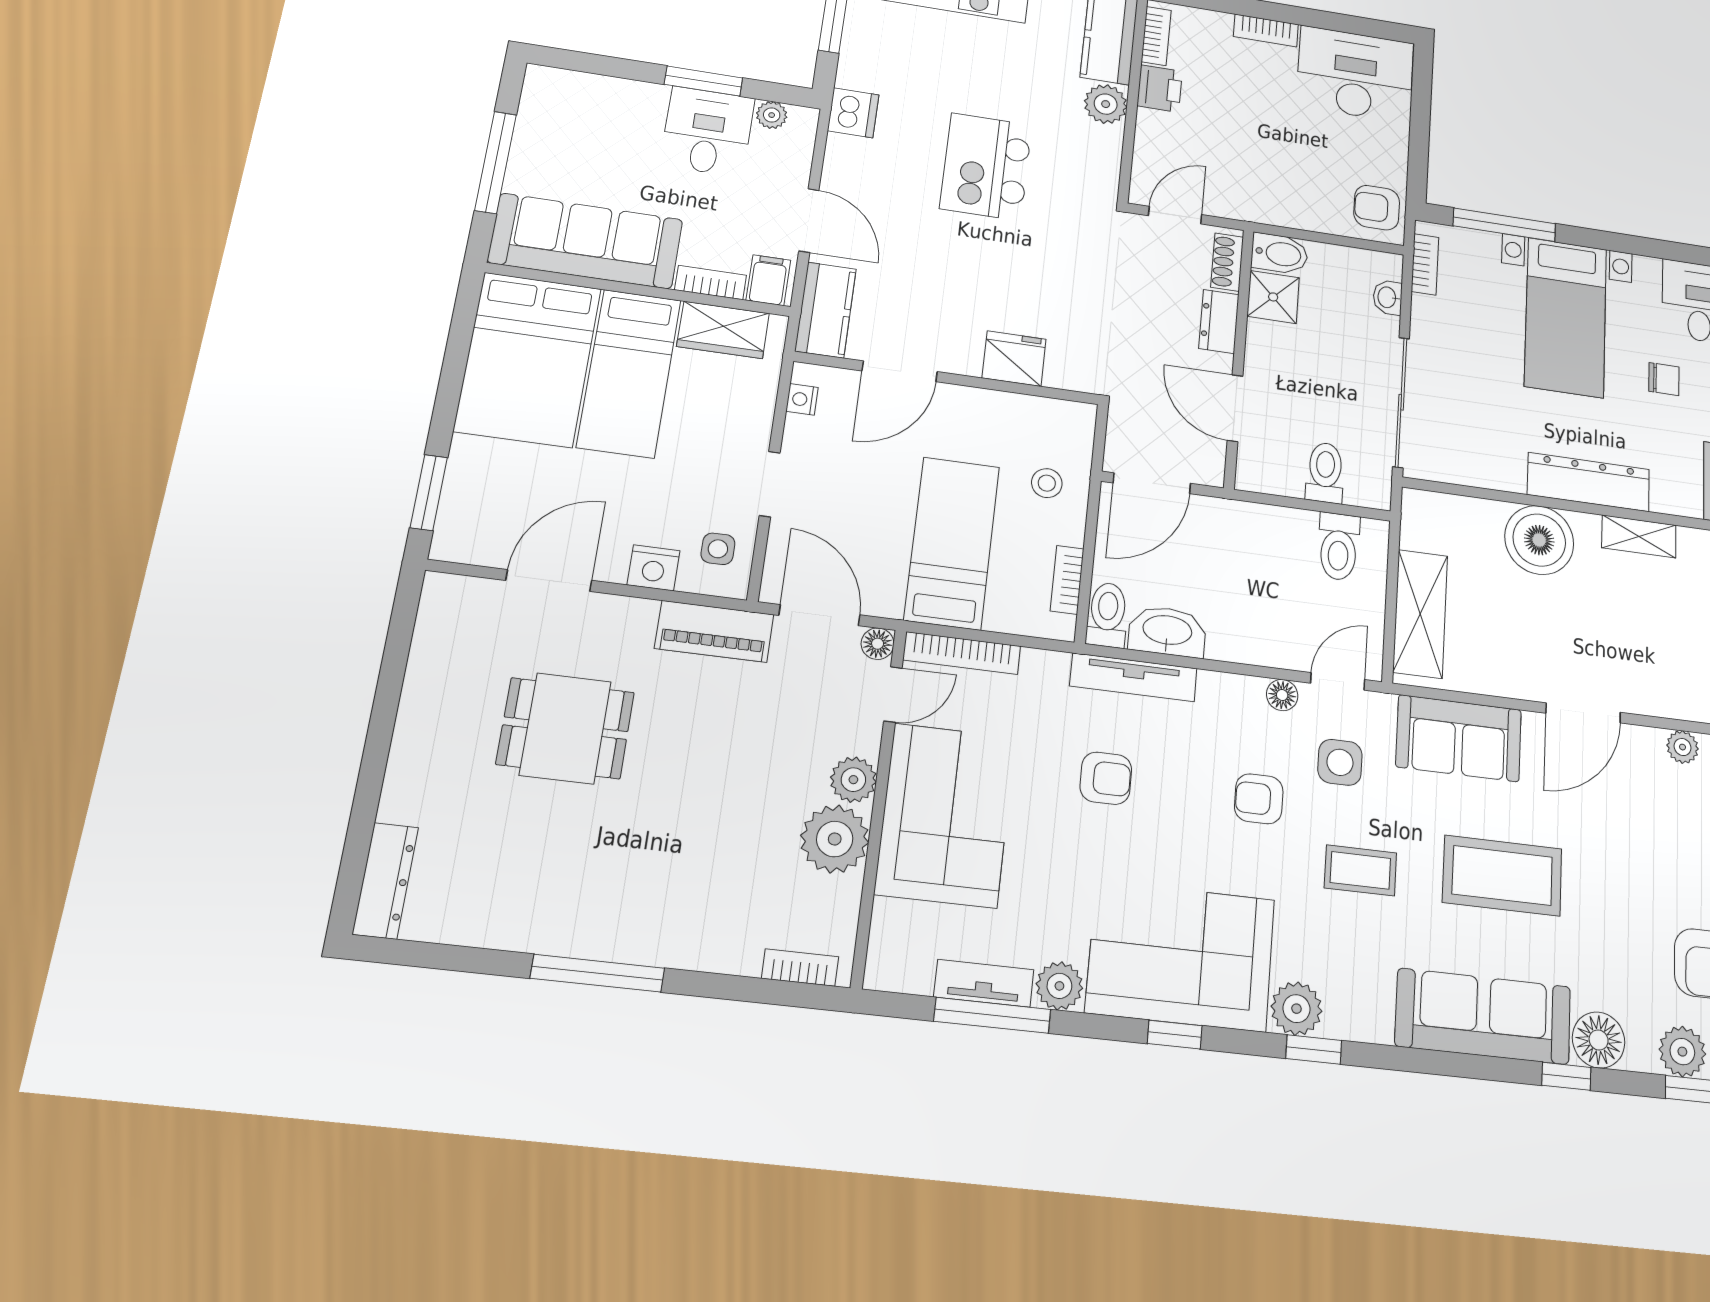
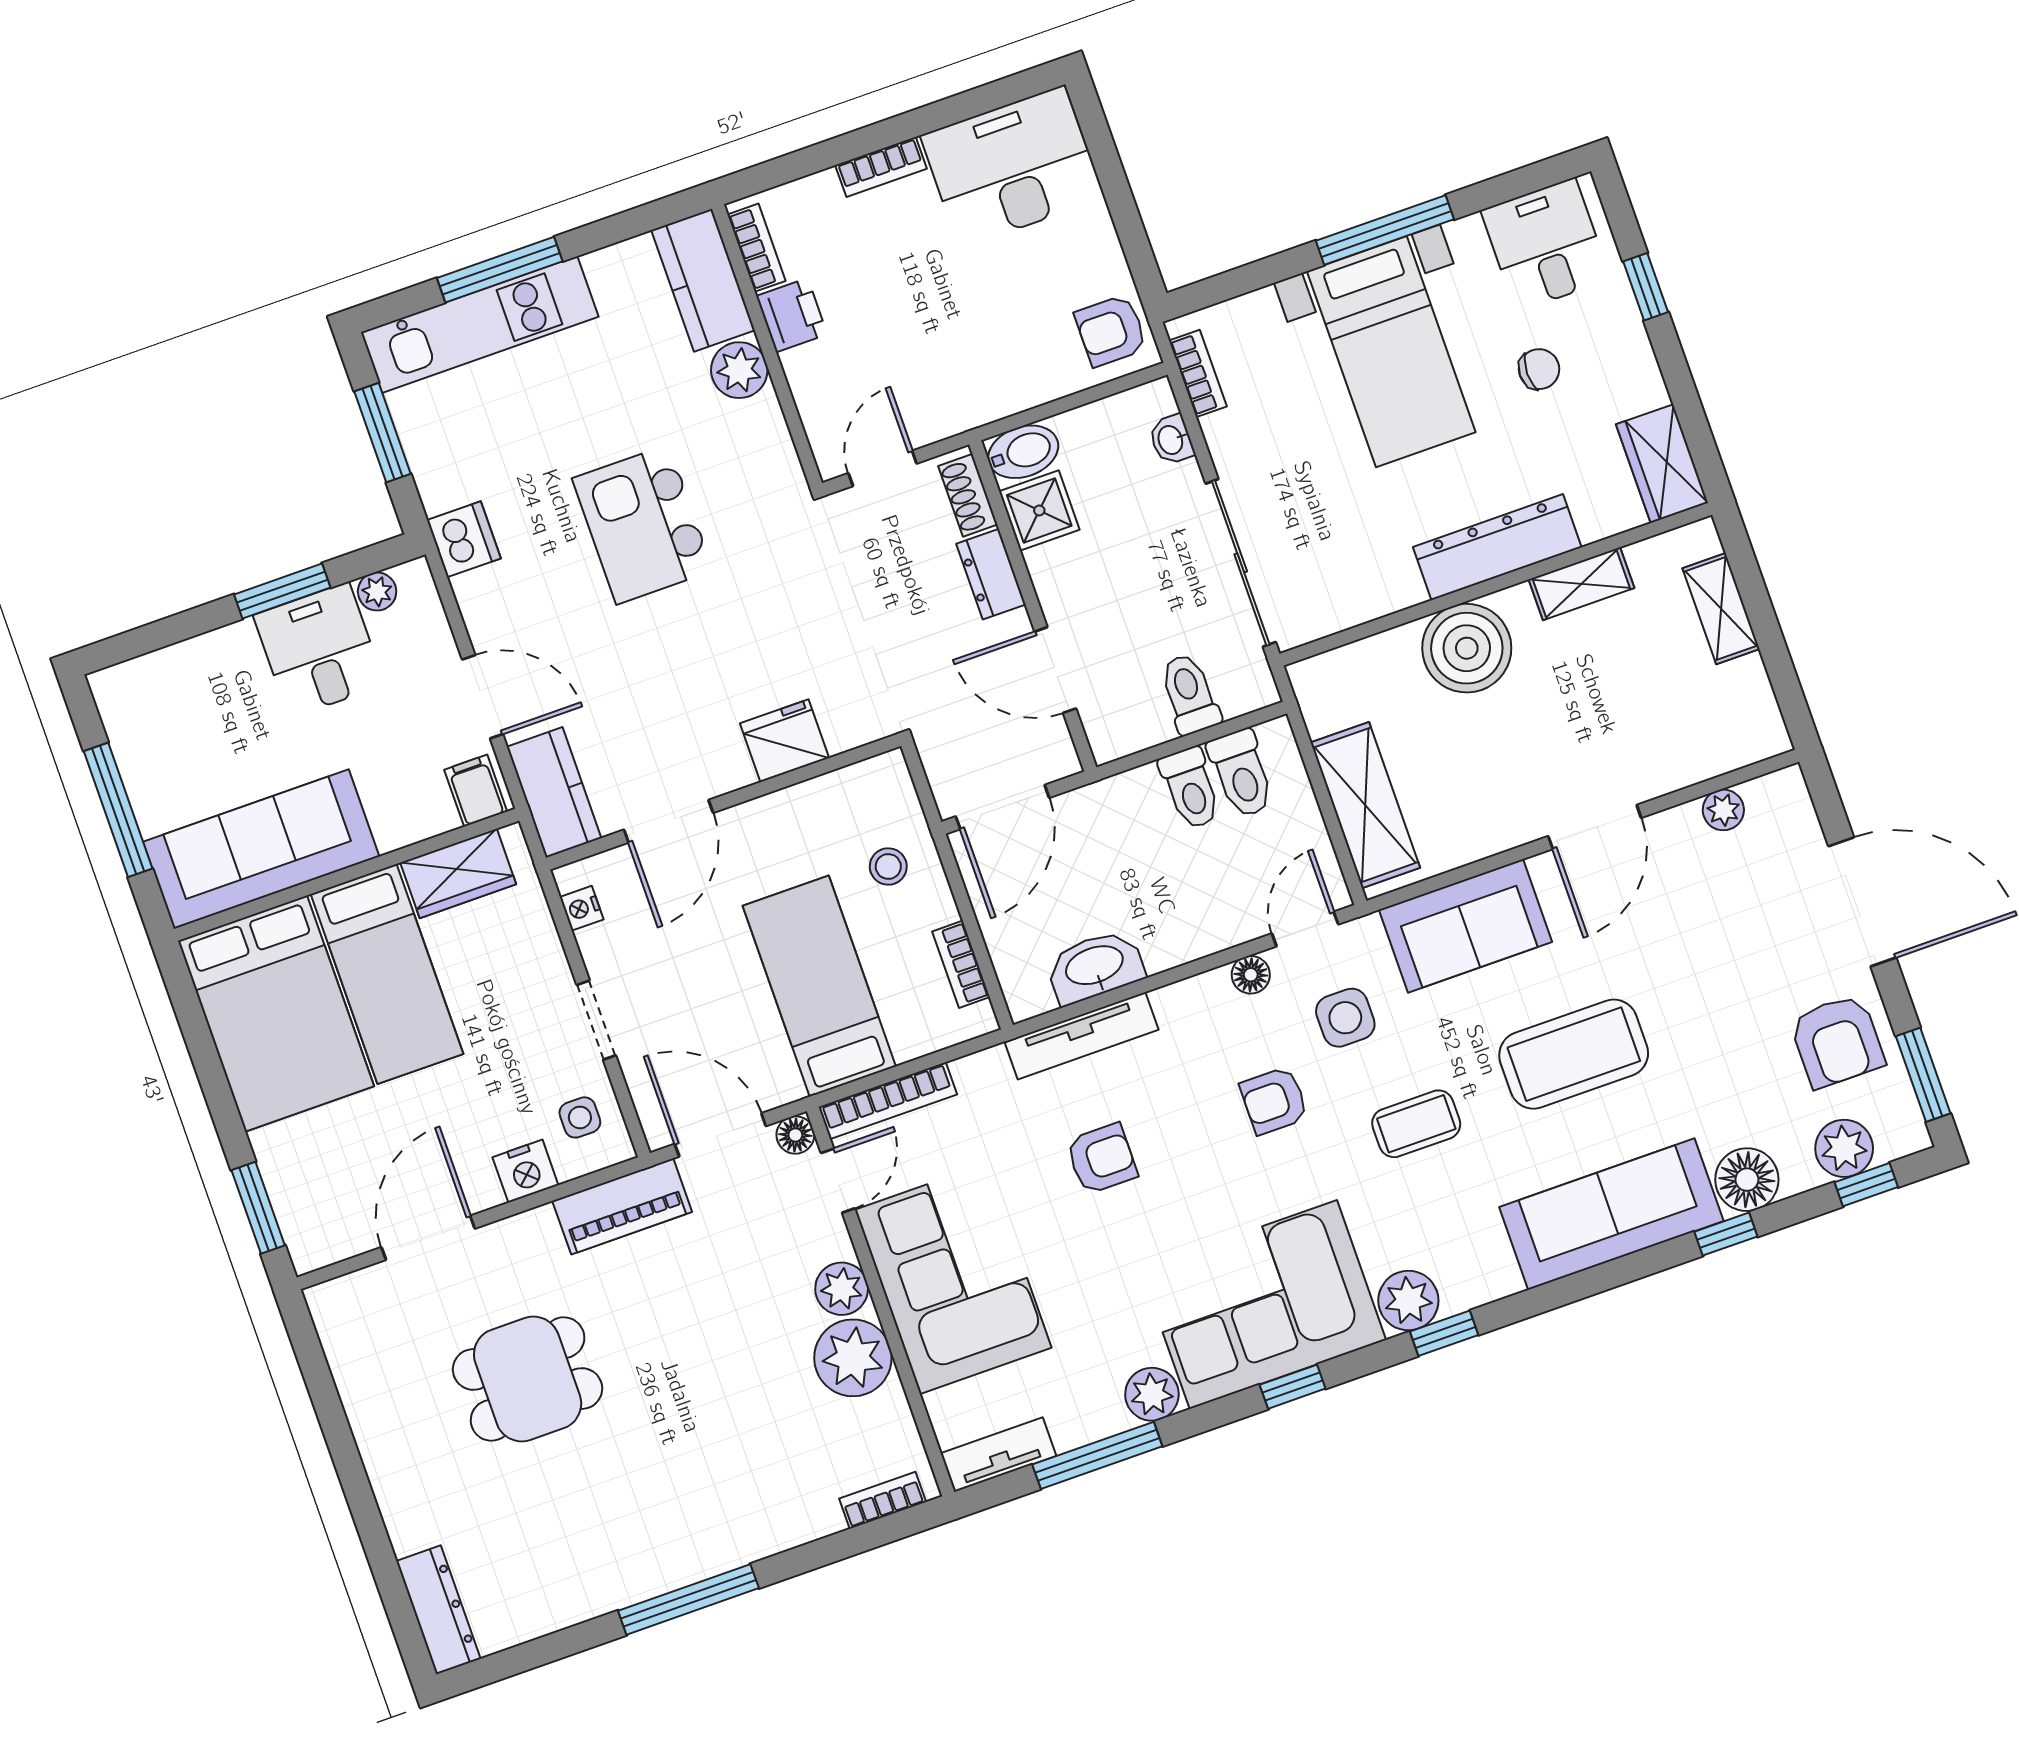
window: (1504, 225) -> (1385, 230), moved
bookcase: (711, 283) -> (416, 826), removed
toilet: (1107, 615) -> (1191, 788), moved, turned 180
tv unit: (984, 983) -> (998, 1455), moved

